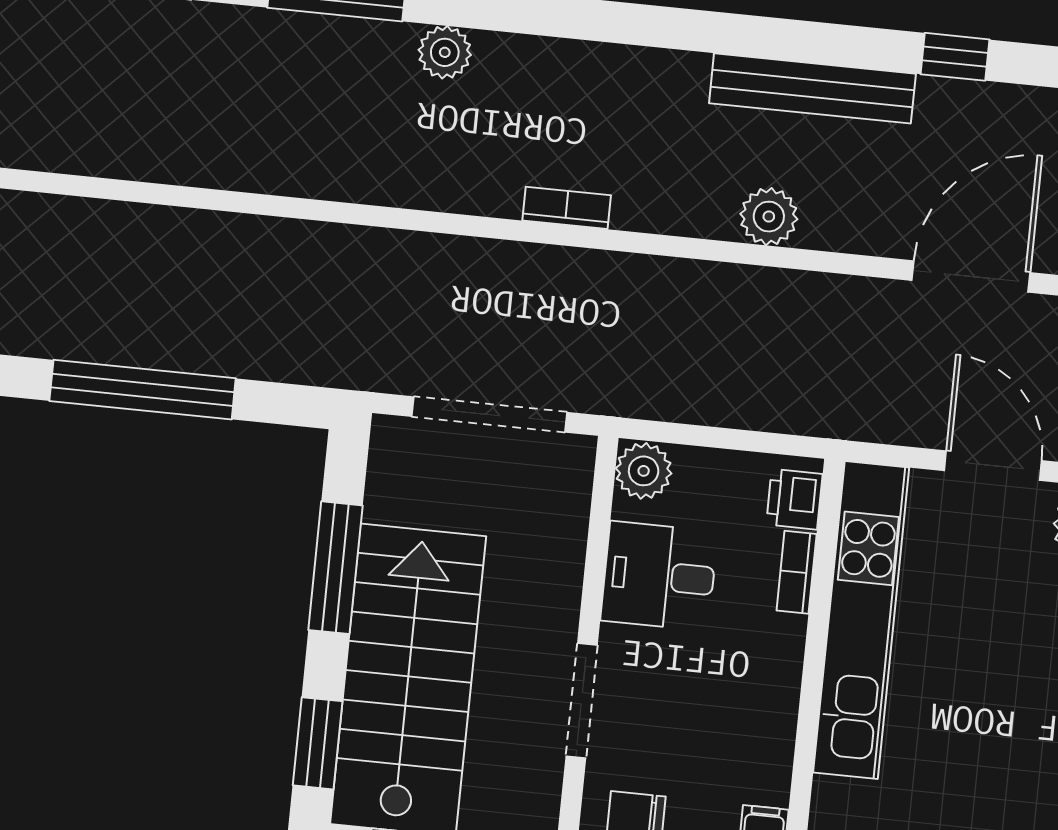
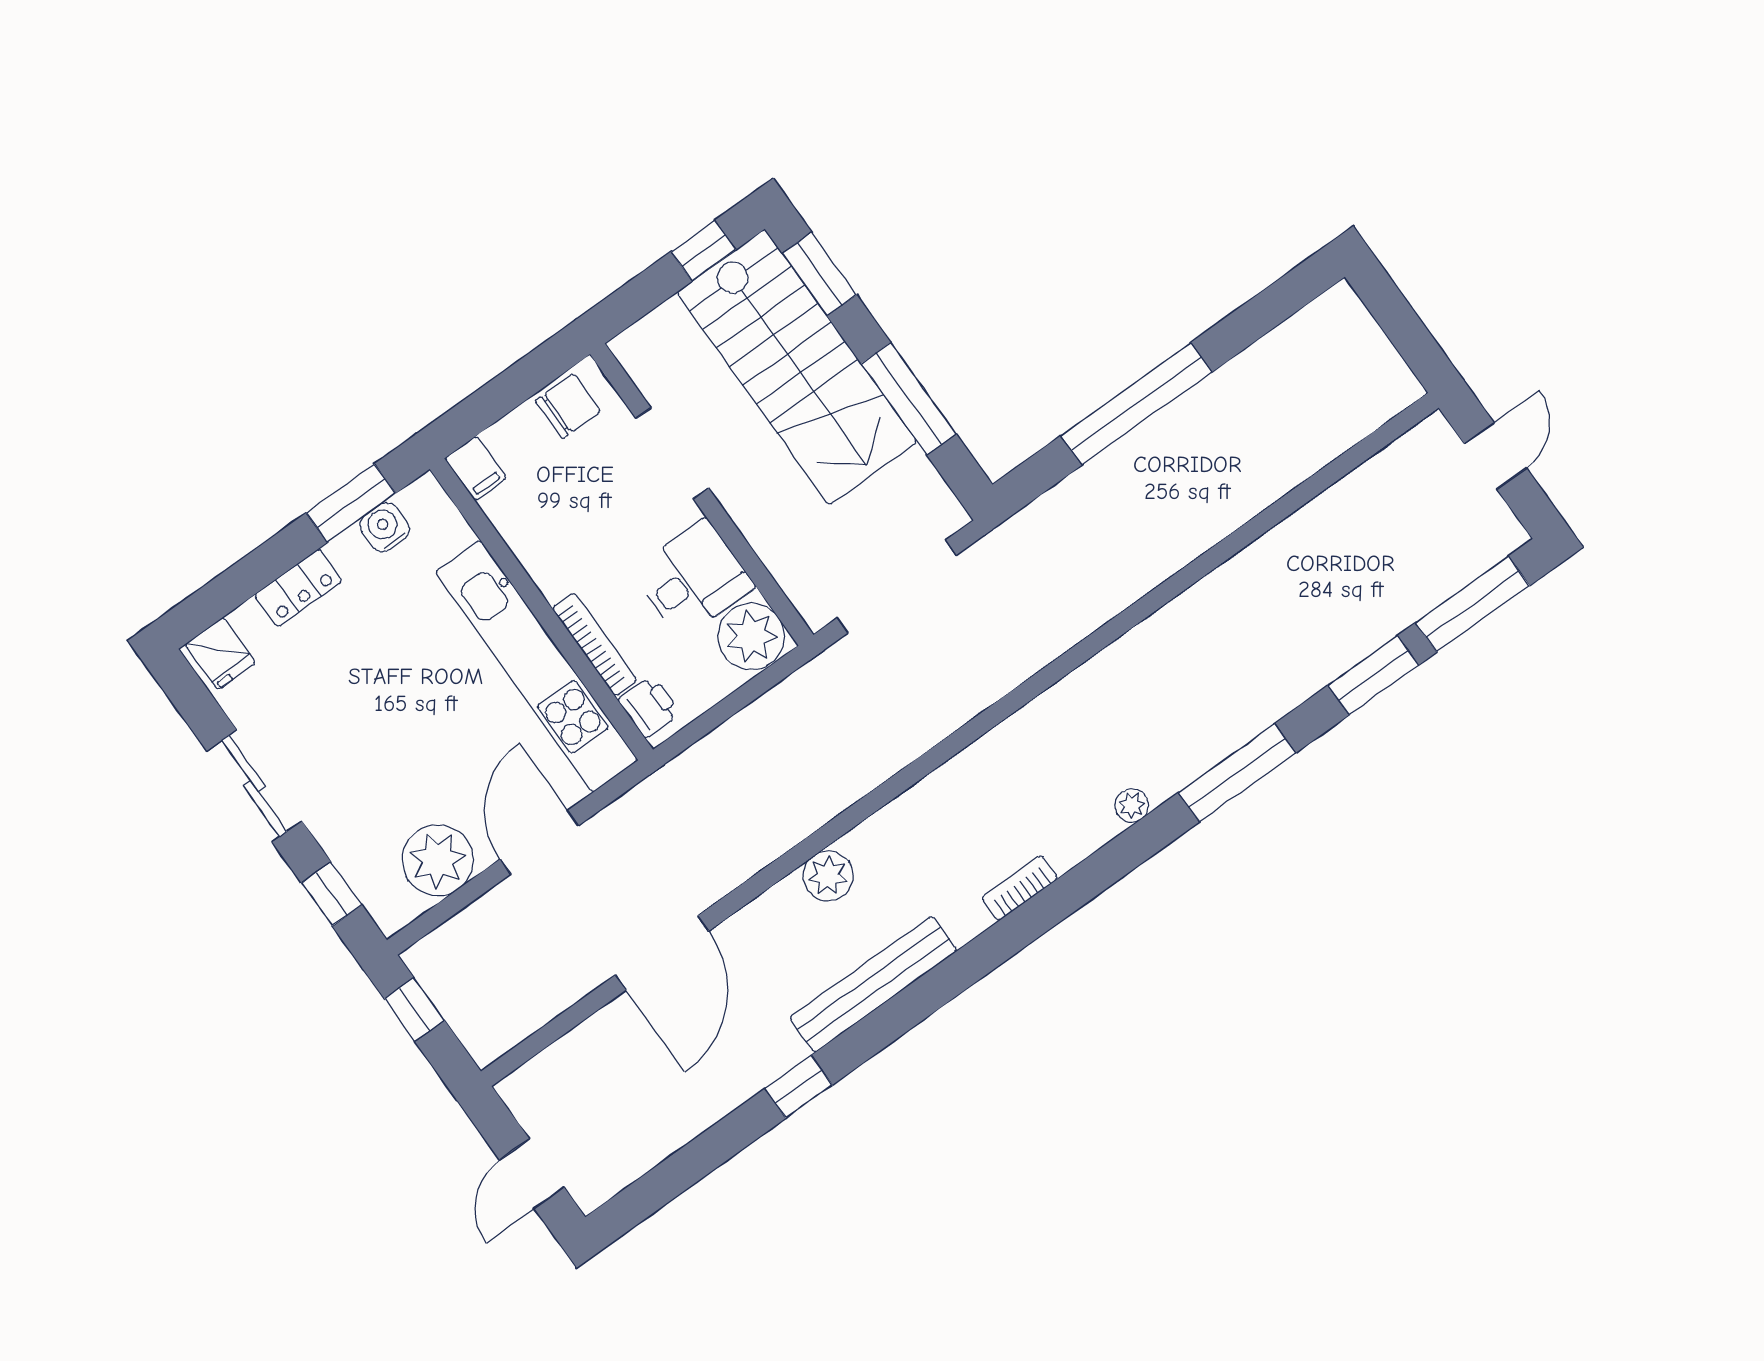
plant: (445, 52) -> (1132, 805), width x0.73, depth x0.73
bookcase: (567, 208) -> (1020, 888), moved, turned 180
door: (993, 466) -> (539, 842), swing flipped
plant: (644, 471) -> (751, 636), width x1.36, depth x1.36
bookcase: (797, 572) -> (594, 644), width x1.56

